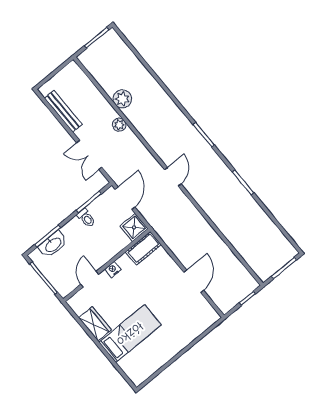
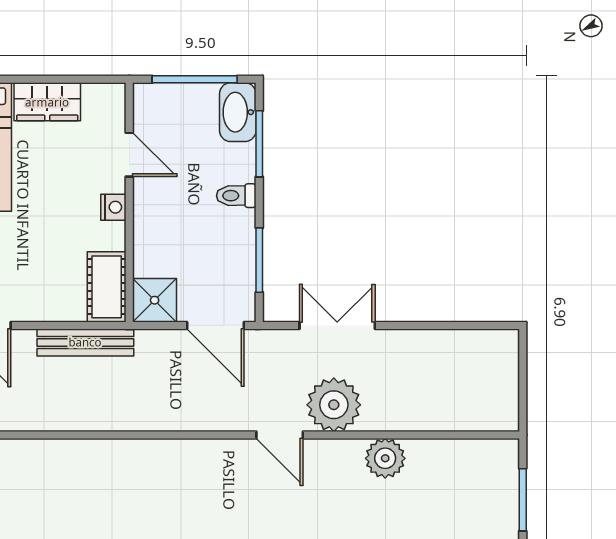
bench: (63, 111) -> (85, 342), moved
plant: (119, 125) -> (334, 405), width x1.88, depth x1.88
door: (173, 177) -> (280, 435), moved
toilet: (86, 218) -> (236, 196), moved
washbasin: (53, 245) -> (238, 112), moved

